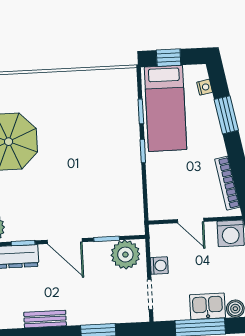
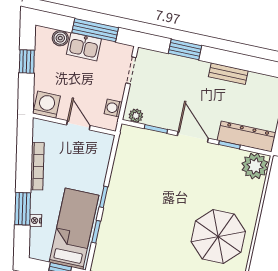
nightstand: (205, 87) -> (35, 221), moved
bookcase: (227, 183) -> (37, 166), moved
plant: (125, 255) -> (136, 116), width x0.53, depth x0.53
washing machine: (159, 266) -> (113, 108), moved

